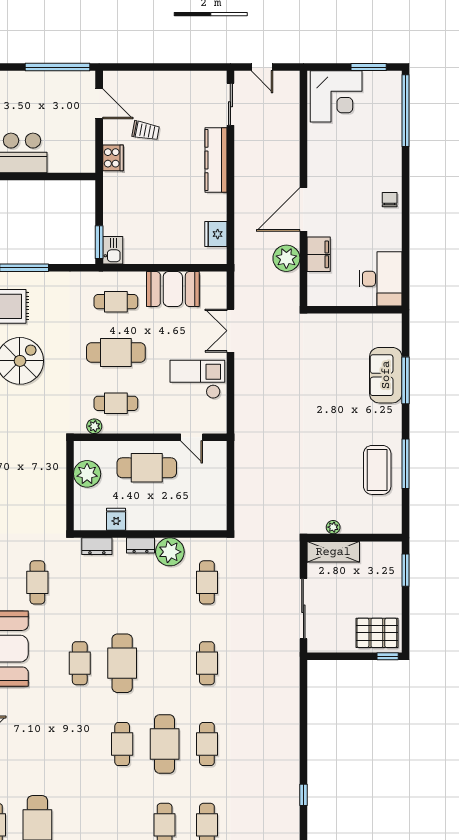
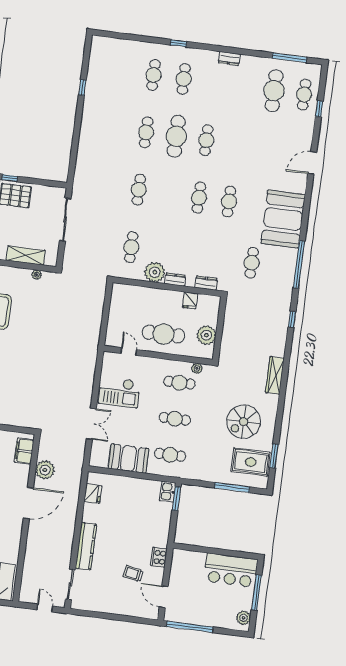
filing cabinet: (319, 254) -> (24, 451), moved
cafe table: (116, 353) -> (175, 419), width x0.73, depth x0.74
shelving: (333, 552) -> (26, 256), moved
cafe table: (122, 663) -> (199, 198), width x0.73, depth x0.74

